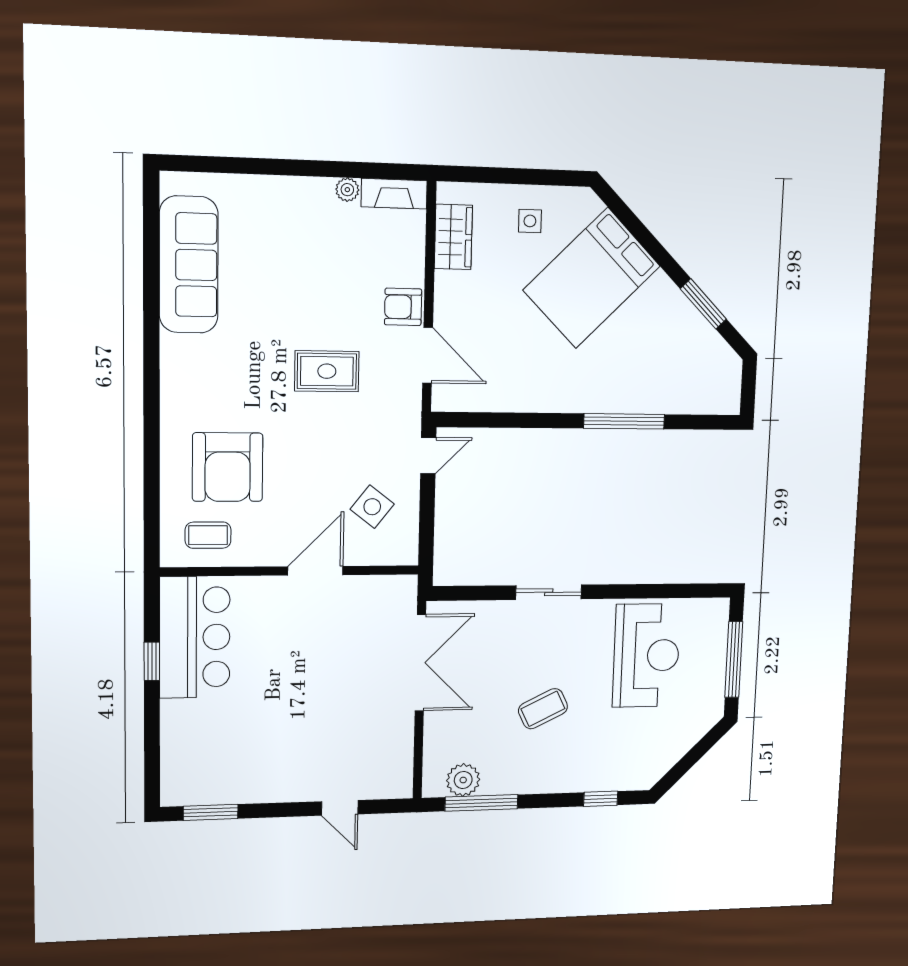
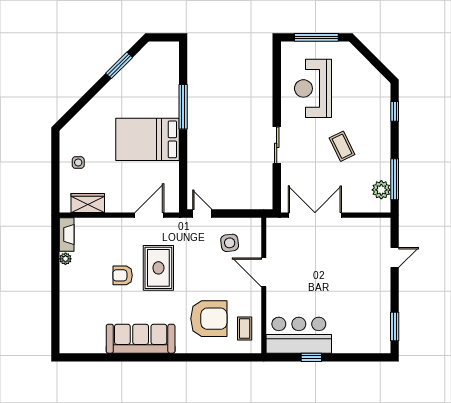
sofa: (189, 265) -> (141, 339), moved
bed: (592, 278) -> (147, 139), moved, turned 135
armchair: (403, 307) -> (123, 275), moved, turned 90
rug: (327, 371) -> (158, 268), width x1.36, depth x1.43
side table: (372, 507) -> (230, 243), turned 45
reception desk: (646, 655) -> (313, 88), turned -90

